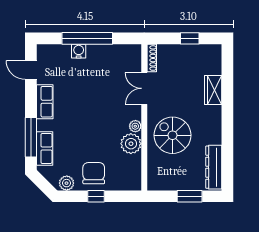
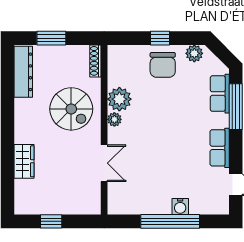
shoe rack: (152, 58) -> (95, 61), moved

